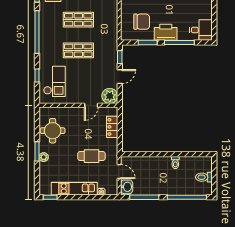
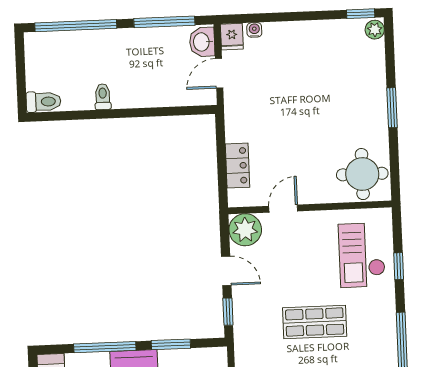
door: (120, 77) -> (226, 271), swing flipped
round table: (53, 131) -> (362, 174), moved
cafe table: (91, 156) -> (278, 103), removed
plant: (44, 157) -> (375, 30), moved
door: (119, 171) -> (219, 73), hinge flipped
toilet: (204, 177) -> (44, 102), moved
kitchen unit: (74, 189) -> (311, 34), removed
fridge: (112, 189) -> (232, 37), added

